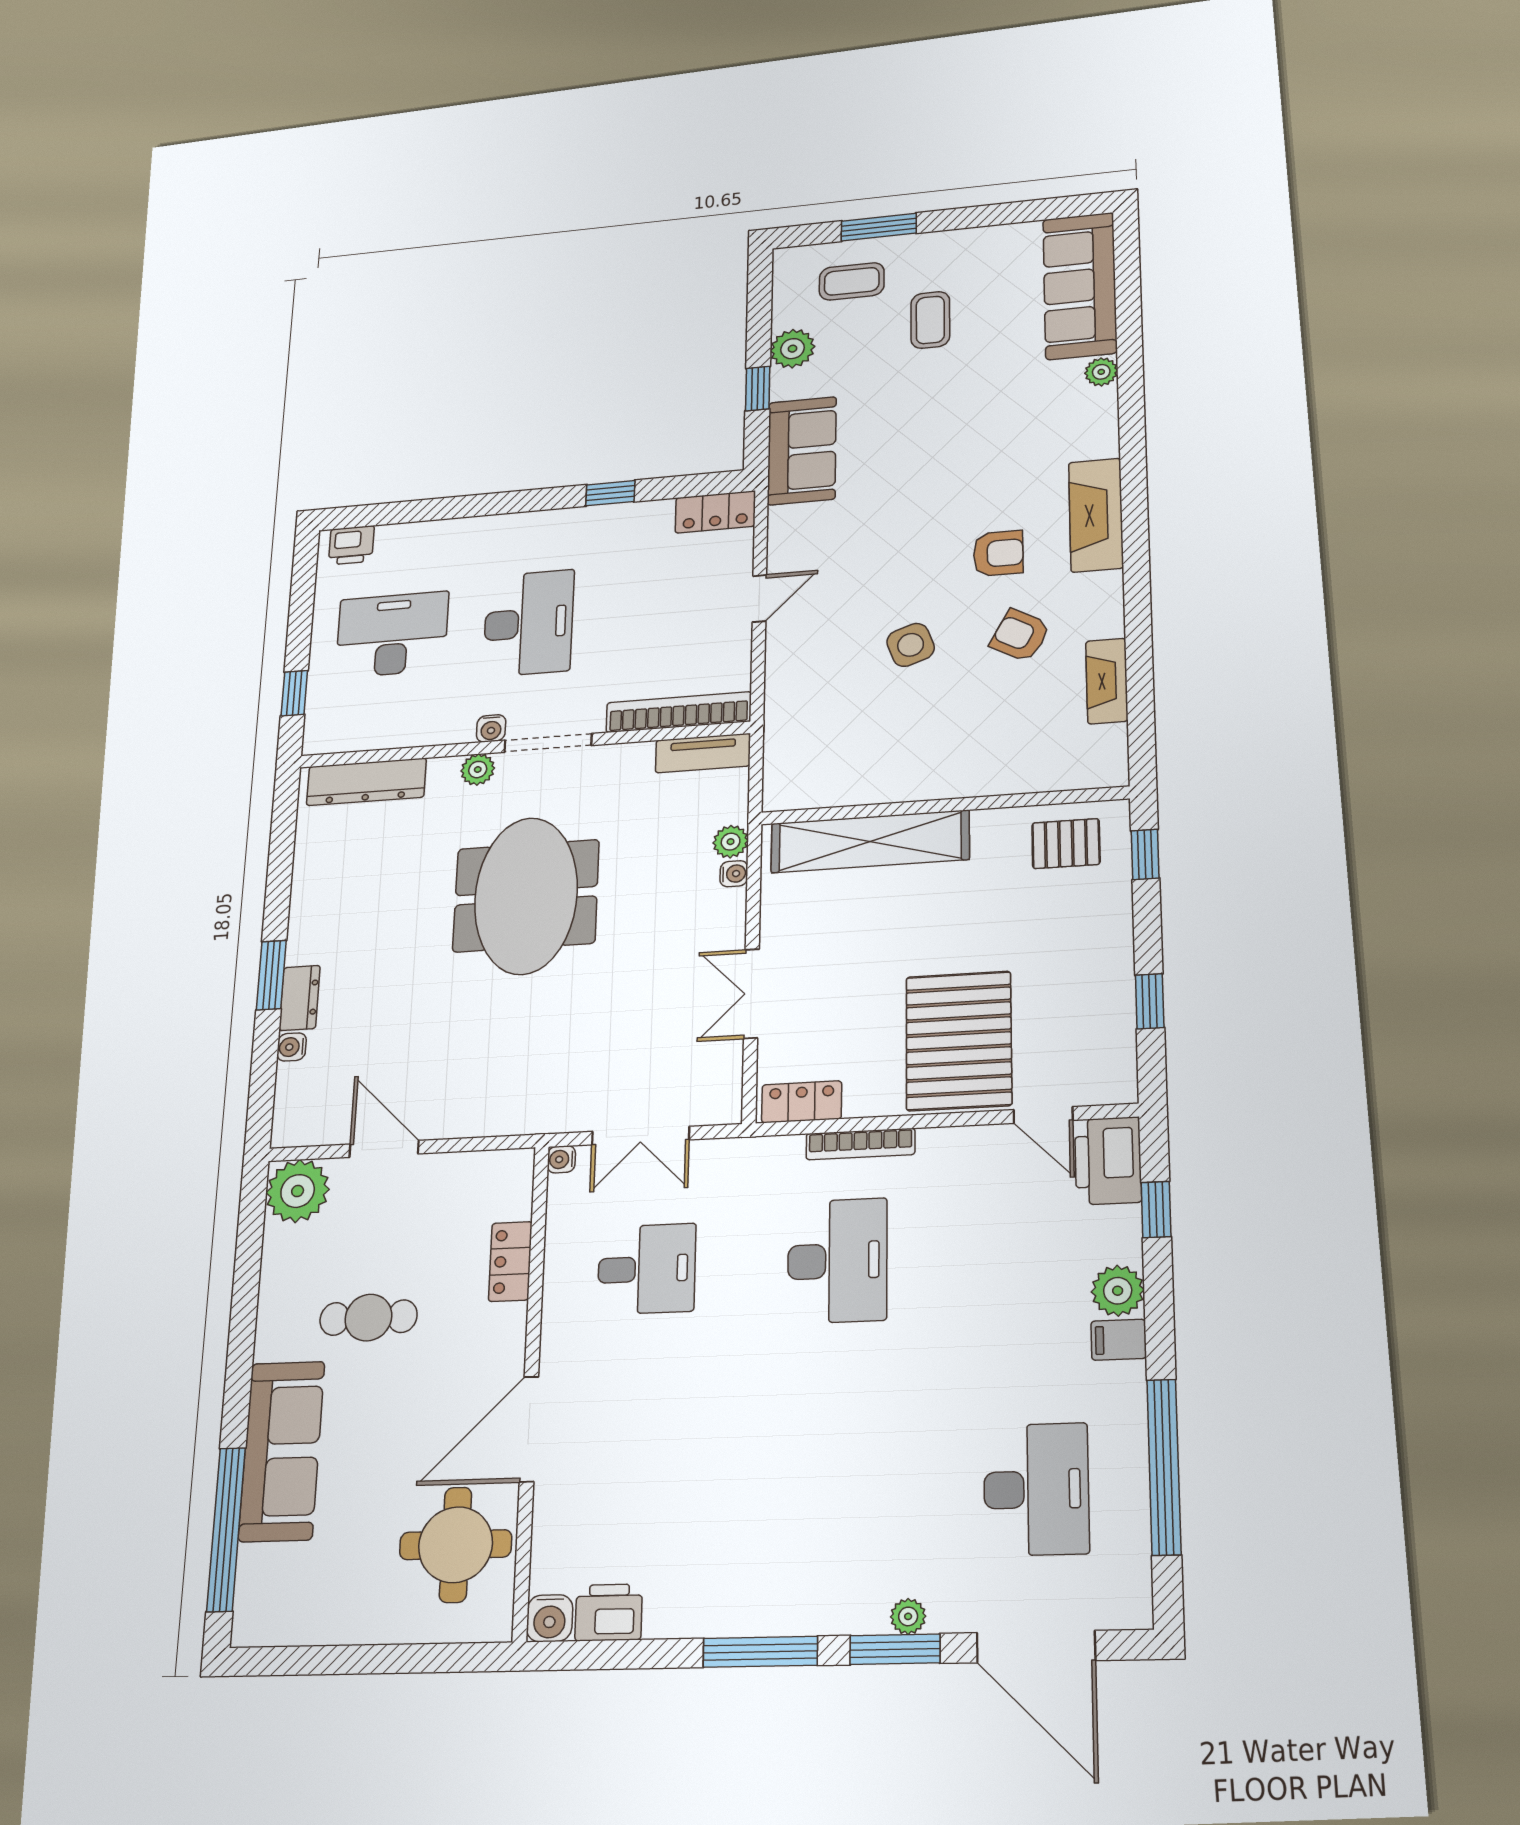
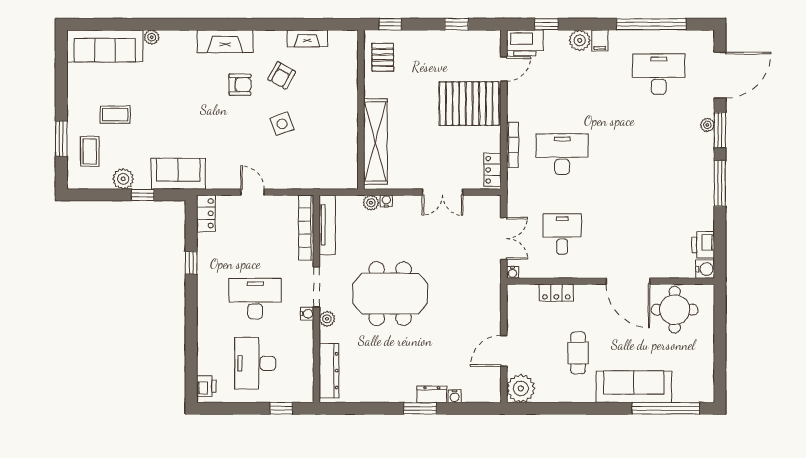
armchair: (998, 553) -> (240, 85), turned 90
tv unit: (703, 753) -> (327, 225), width x1.41

